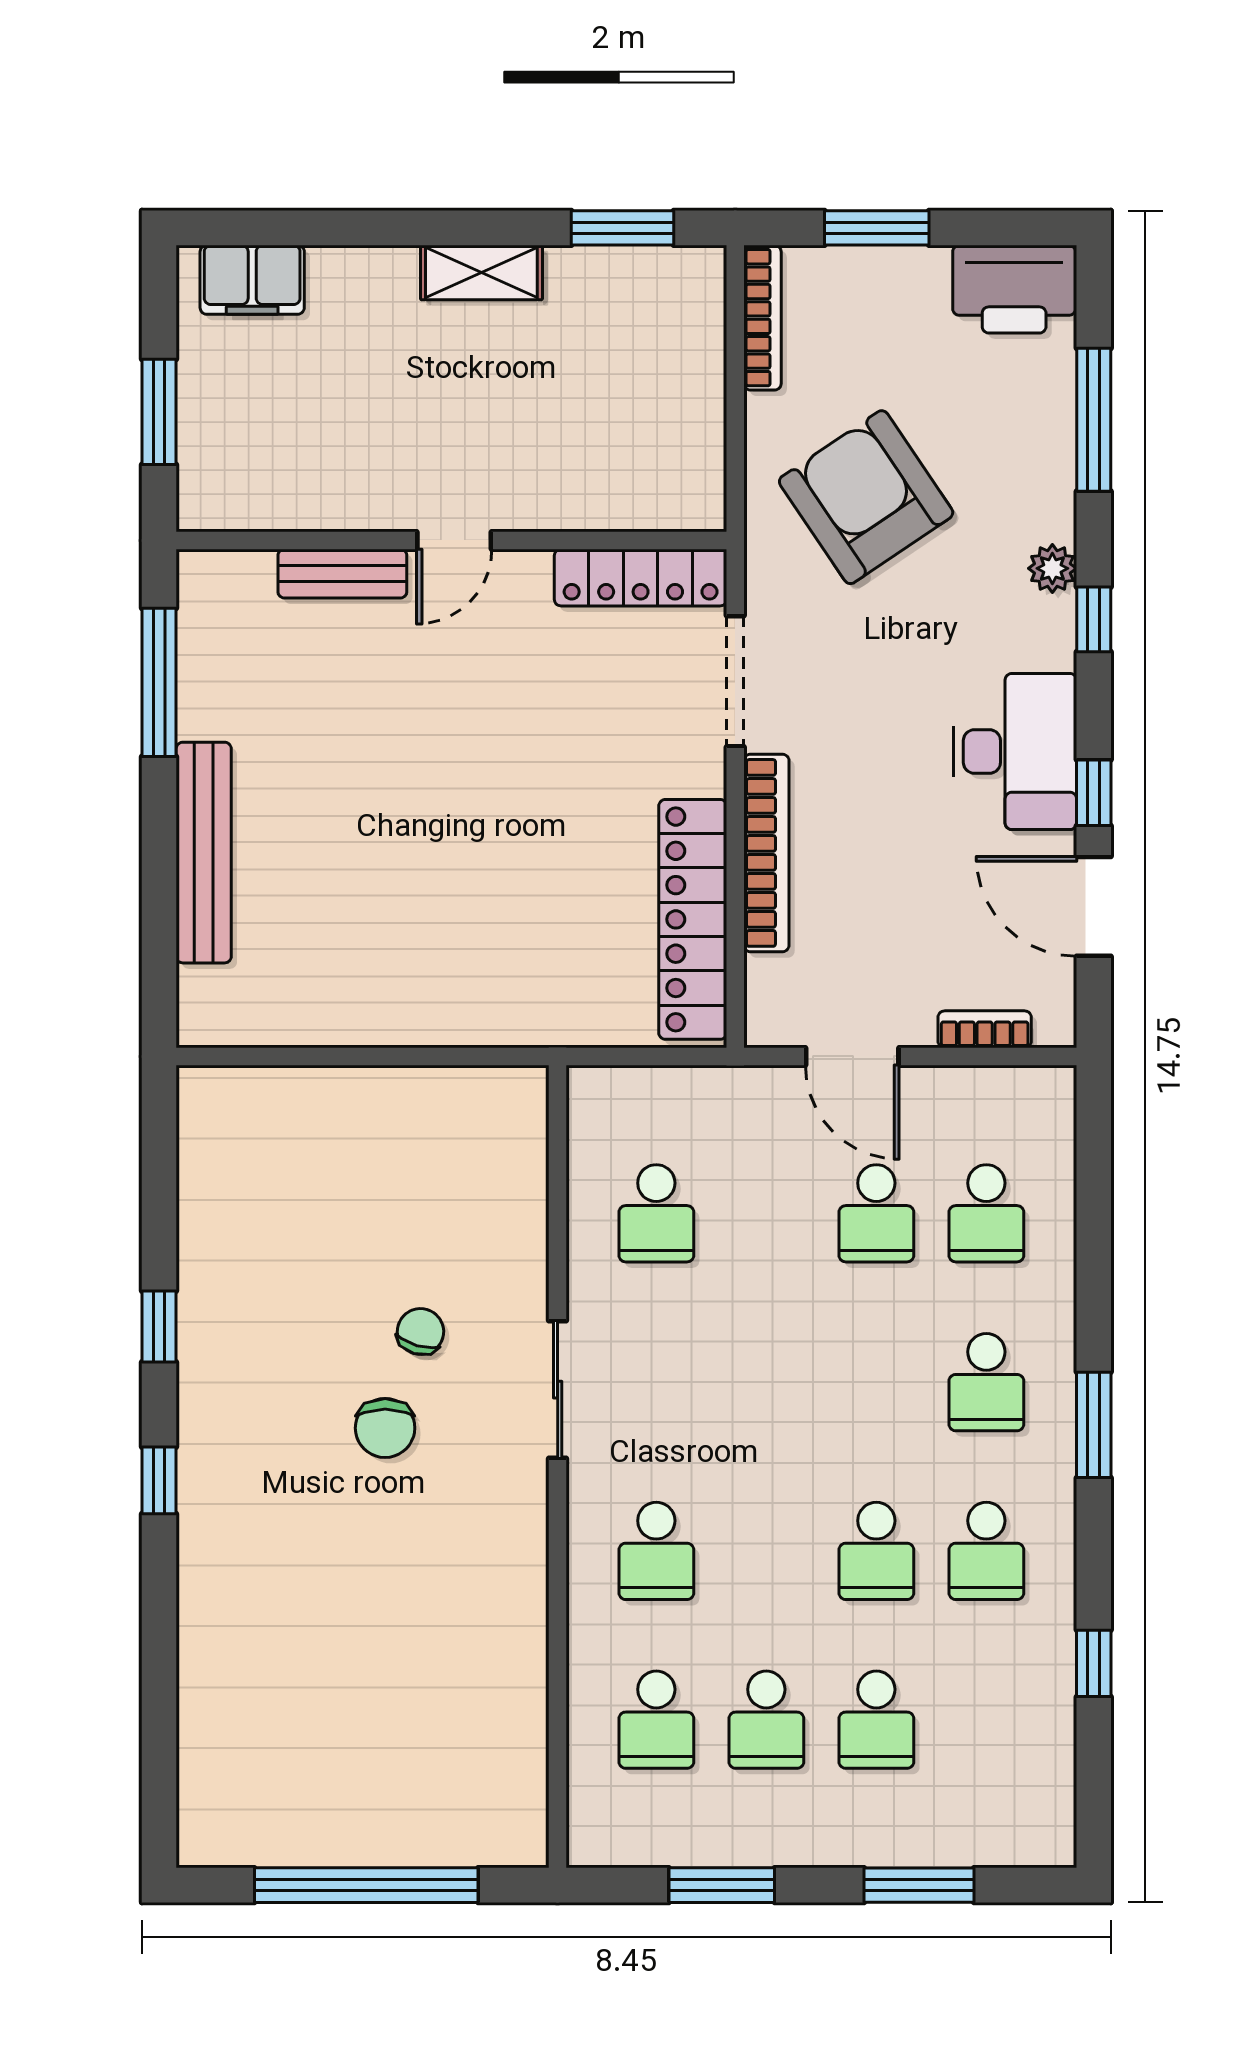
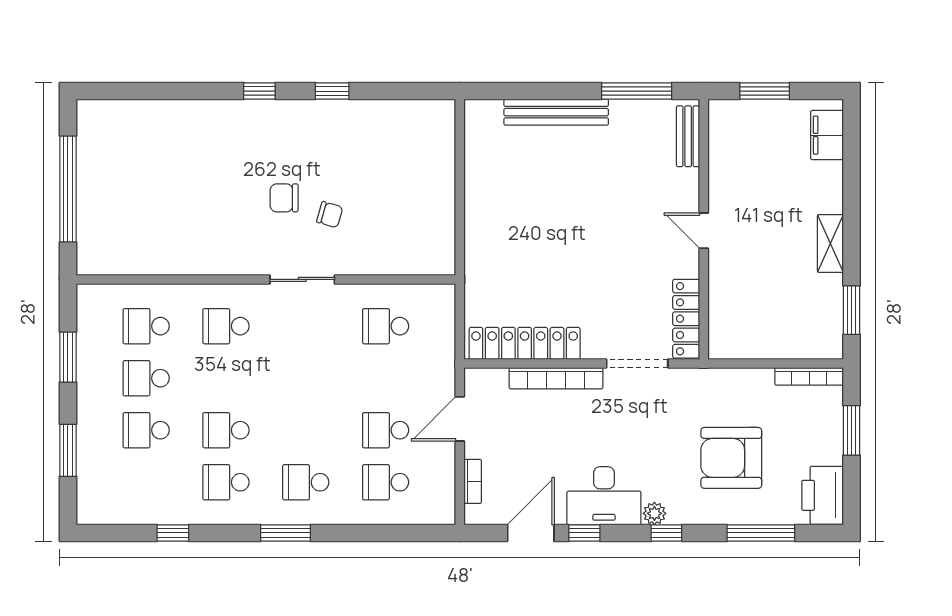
armchair: (866, 497) -> (731, 458), moved, turned -146
plant: (1052, 568) -> (654, 513), moved
bench: (342, 574) -> (688, 136), moved

